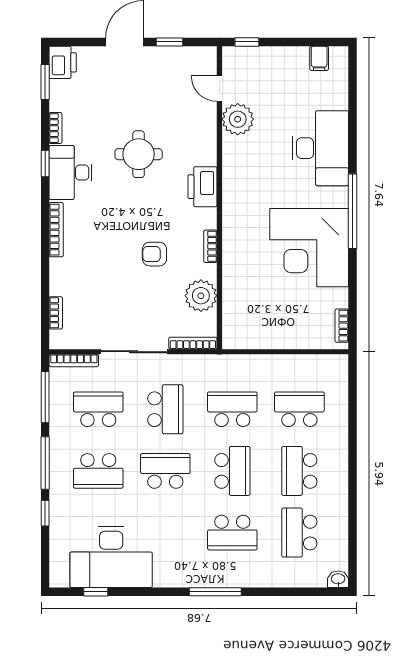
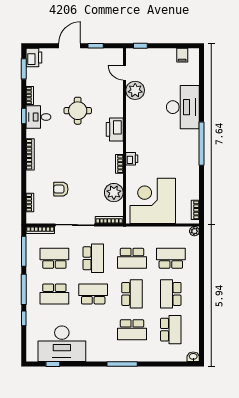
desk: (71, 173) -> (38, 117), width x0.73
printer: (232, 237) -> (132, 159), added
corner desk: (309, 248) -> (153, 201), moved, turned 90
armchair: (154, 254) -> (61, 189), moved
plant: (340, 362) -> (194, 231), added
school desk: (232, 409) -> (132, 258), turned 180
school desk: (299, 533) -> (171, 330), turned 180

